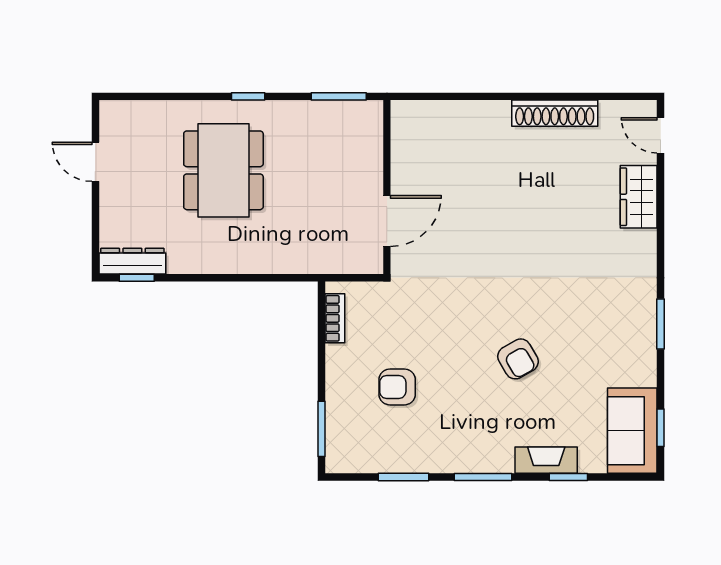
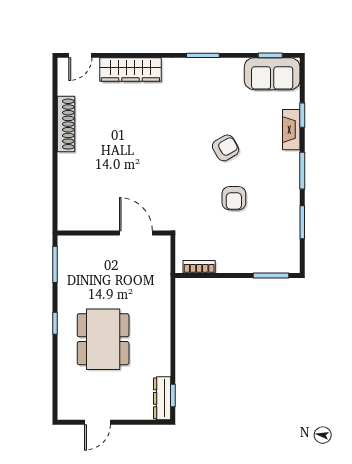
dining table: (223, 170) -> (103, 339), turned 90
wardrobe: (639, 197) -> (130, 70), width x1.50
armchair: (397, 387) -> (234, 198), moved

